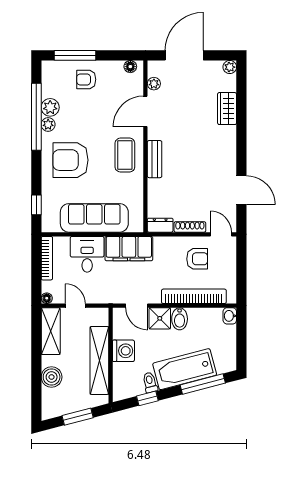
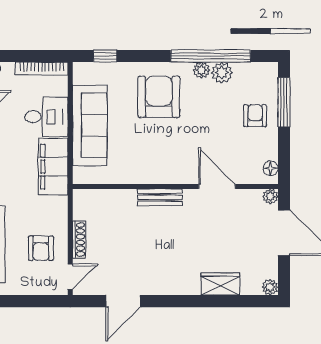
plant: (154, 84) -> (270, 196), moved
coffee table: (125, 155) -> (165, 162), removed
dresser: (160, 225) -> (81, 204), removed

